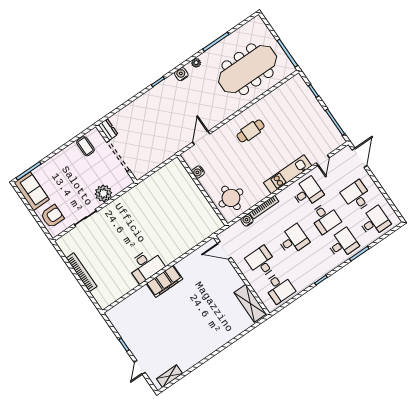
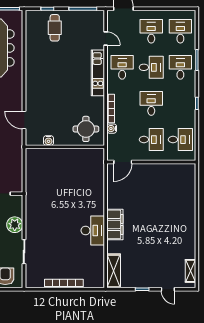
cafe table: (251, 131) -> (55, 28), moved
desk: (357, 196) -> (151, 31), turned 90
desk: (261, 262) -> (151, 140), turned 180
shelving: (250, 303) -> (114, 271), moved, turned 90

